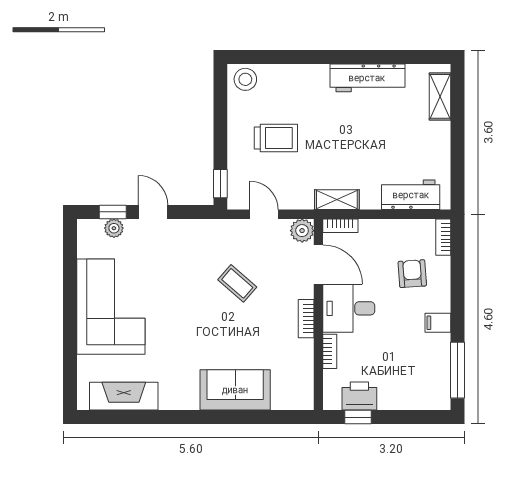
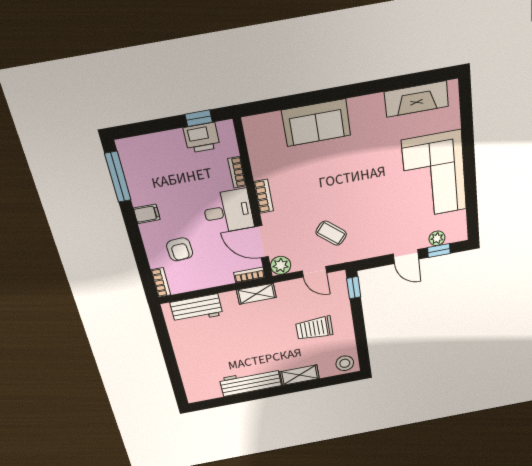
shelving: (440, 96) -> (300, 375), moved, turned 90
coffee table: (237, 283) -> (331, 233), moved

